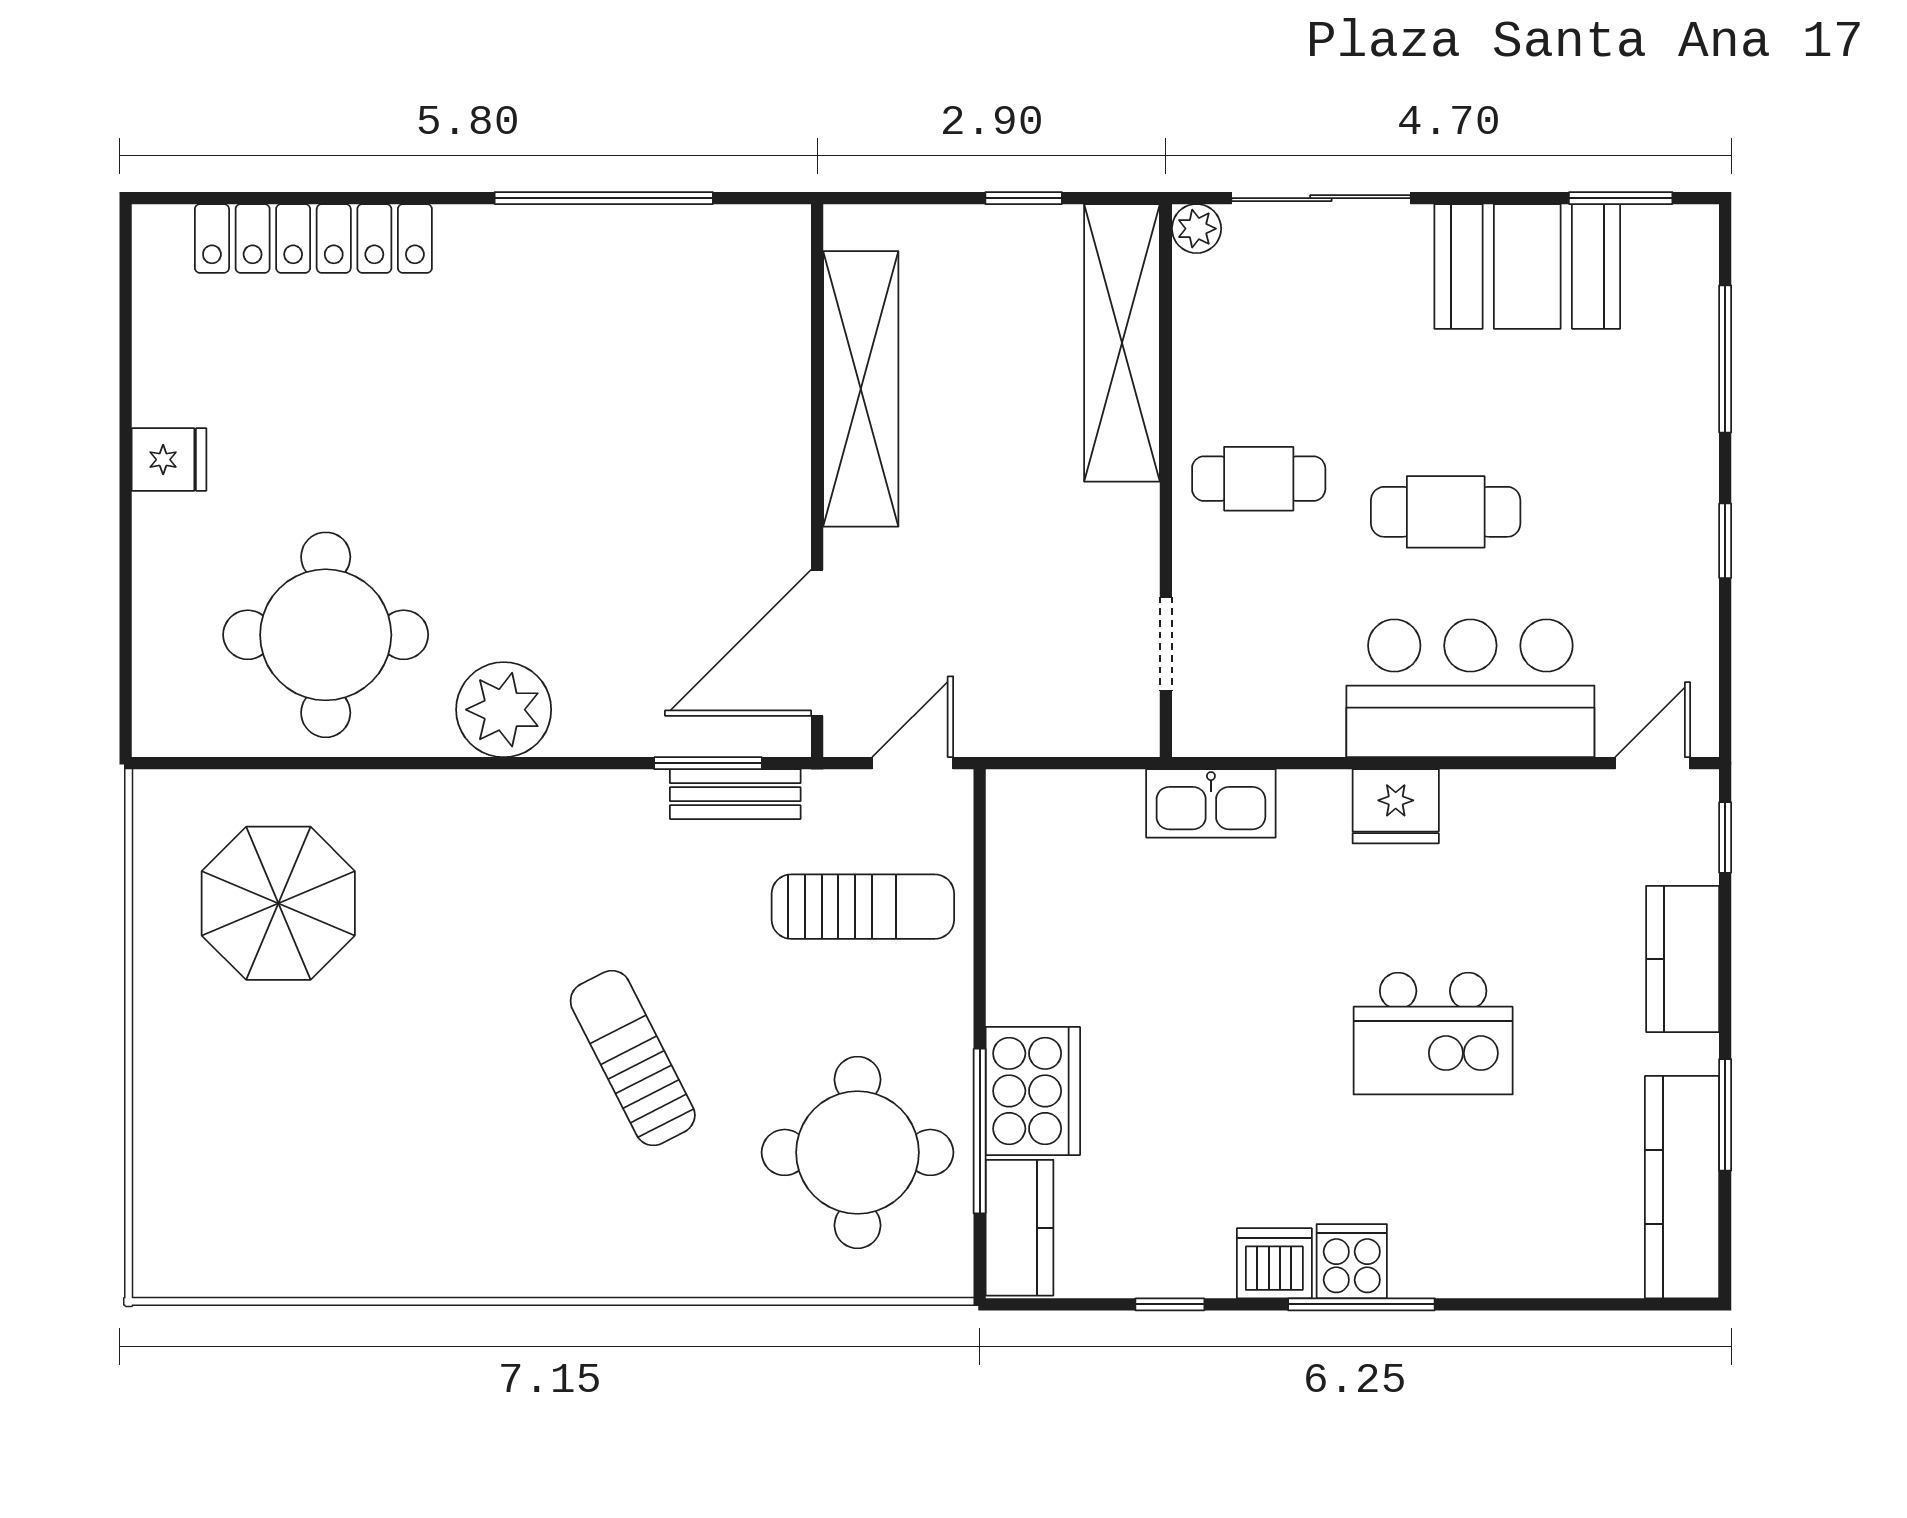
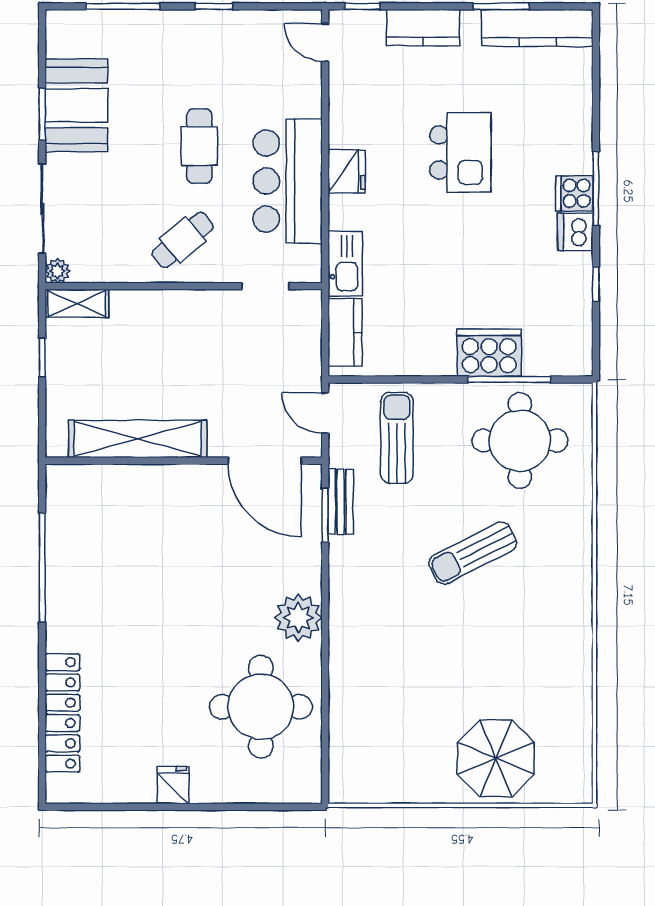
window: (1621, 198) -> (42, 114), moved
shelving: (1122, 343) -> (77, 303), width x0.45, depth x0.75
cafe table: (1259, 479) -> (183, 240), turned 50
bar counter: (1470, 688) -> (288, 181), moved
parasol: (278, 903) -> (496, 758), moved
kitchen counter: (1019, 1228) -> (345, 332), moved, turned 90

